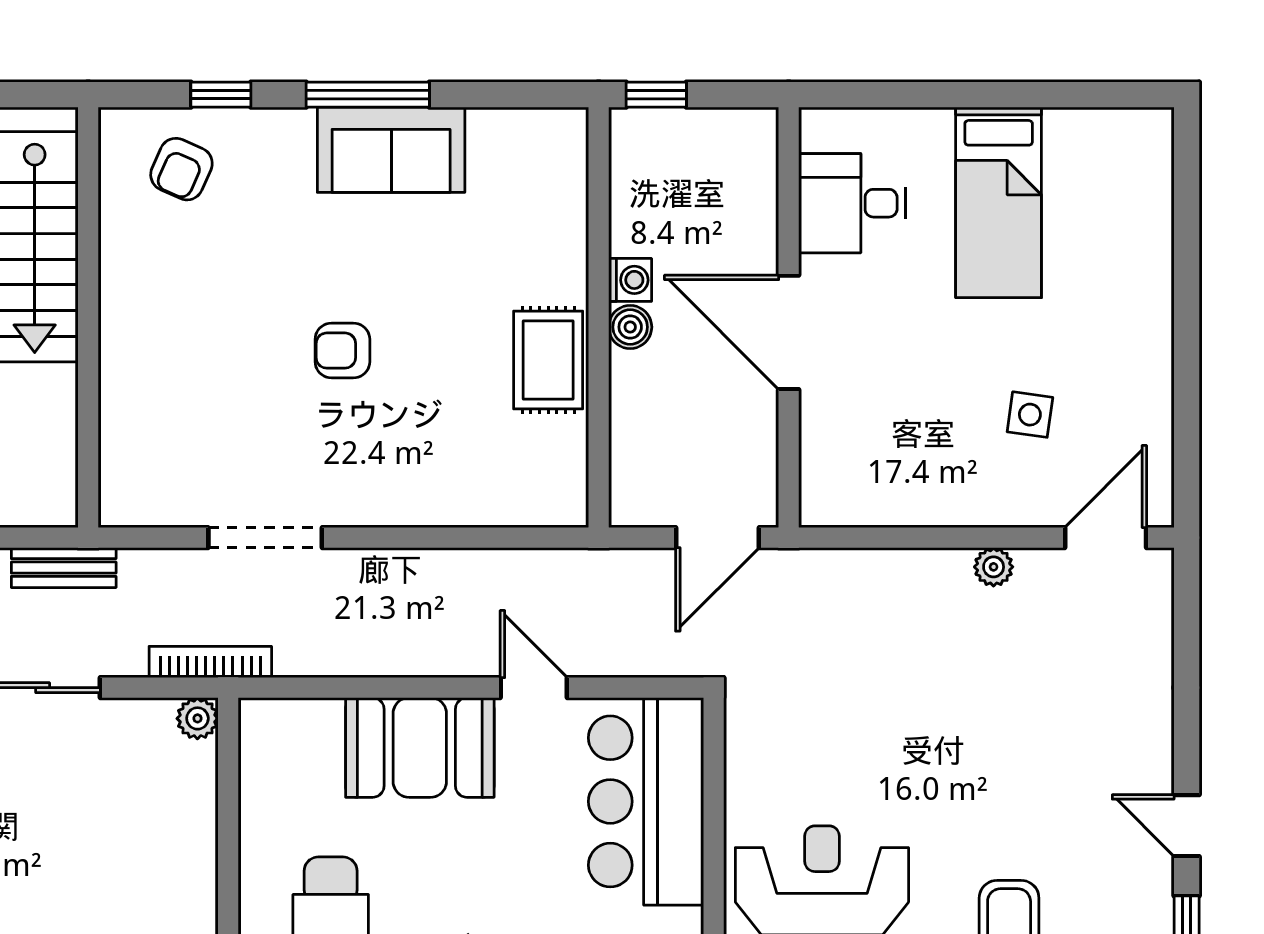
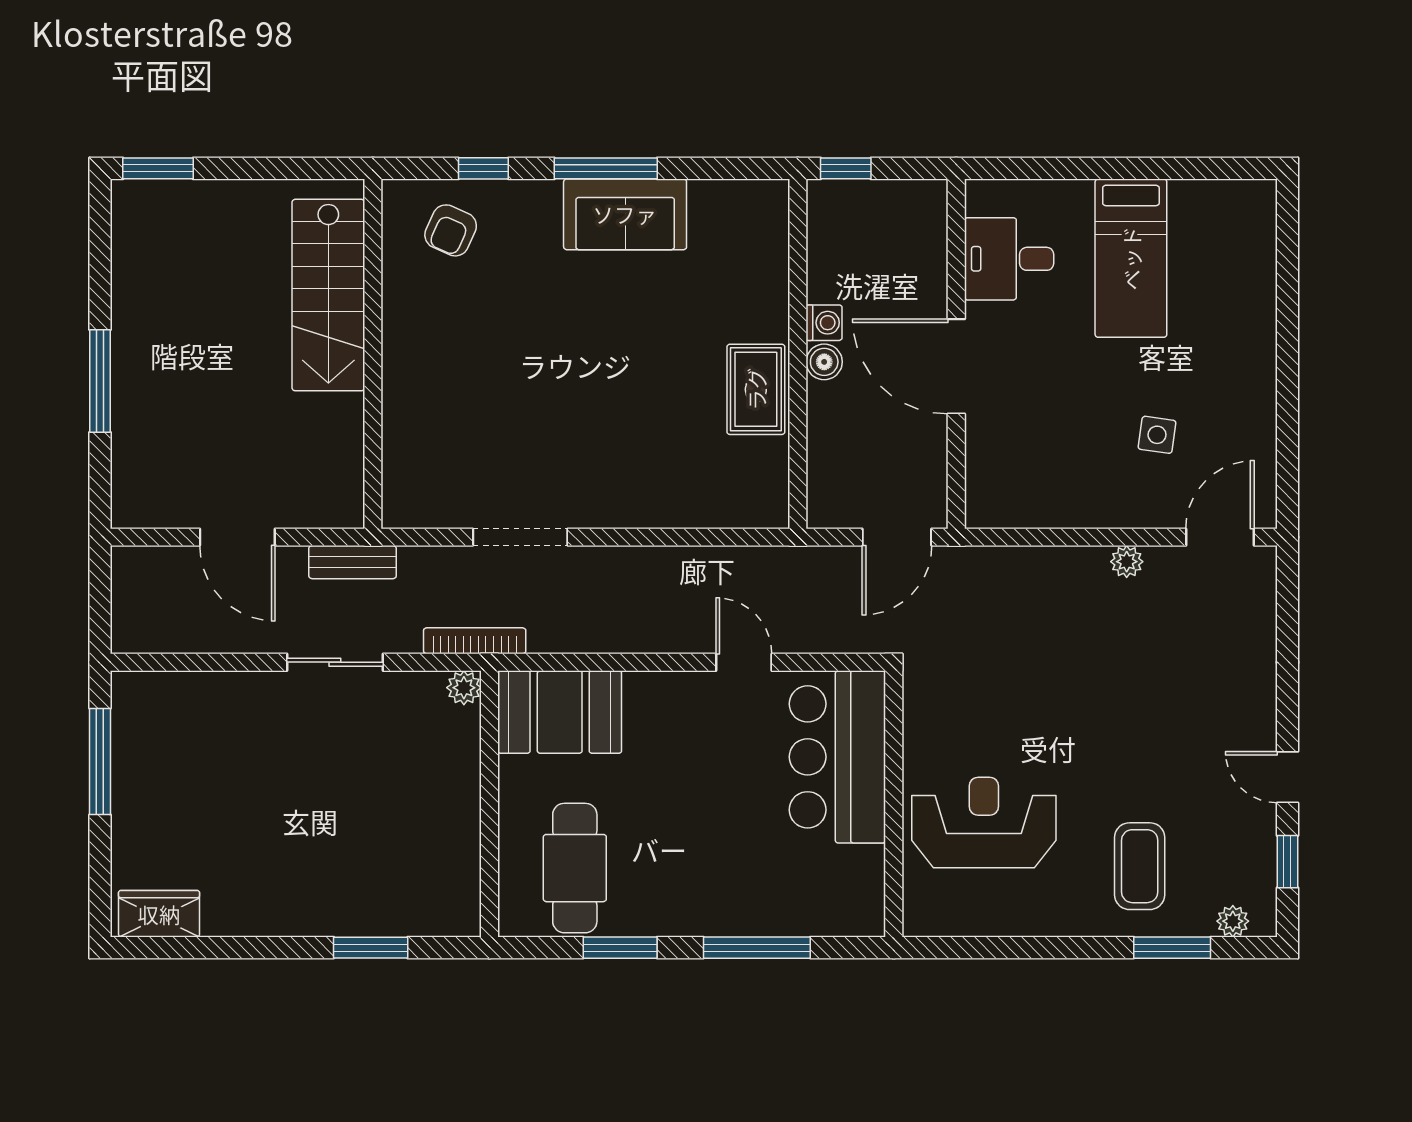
armchair: (342, 351) -> (585, 381), removed
booth: (420, 747) -> (560, 712), moved

